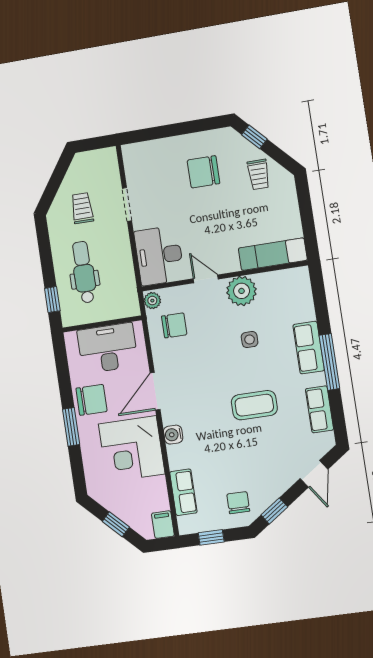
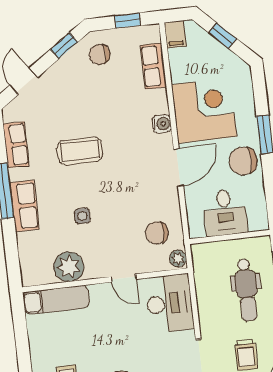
plant: (242, 291) -> (69, 267), moved
desk: (108, 348) -> (225, 212), width x0.73
chair: (238, 503) -> (99, 55), turned 90

